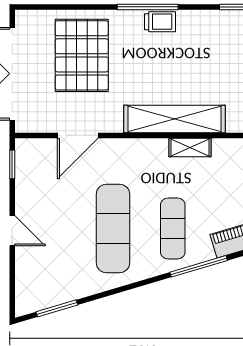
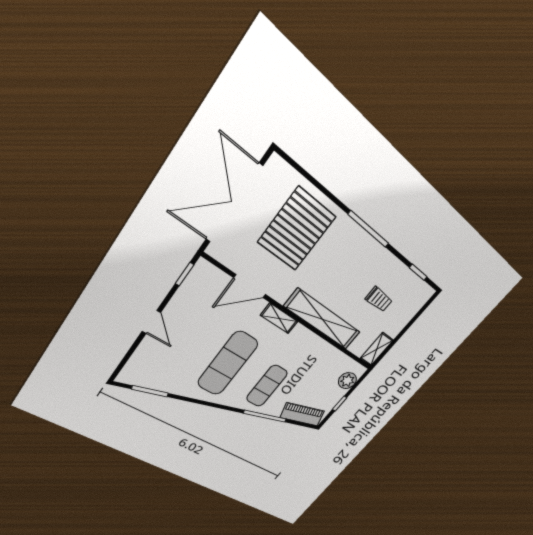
trolley: (160, 22) -> (379, 299), moved
shelving: (190, 148) -> (279, 318), moved

